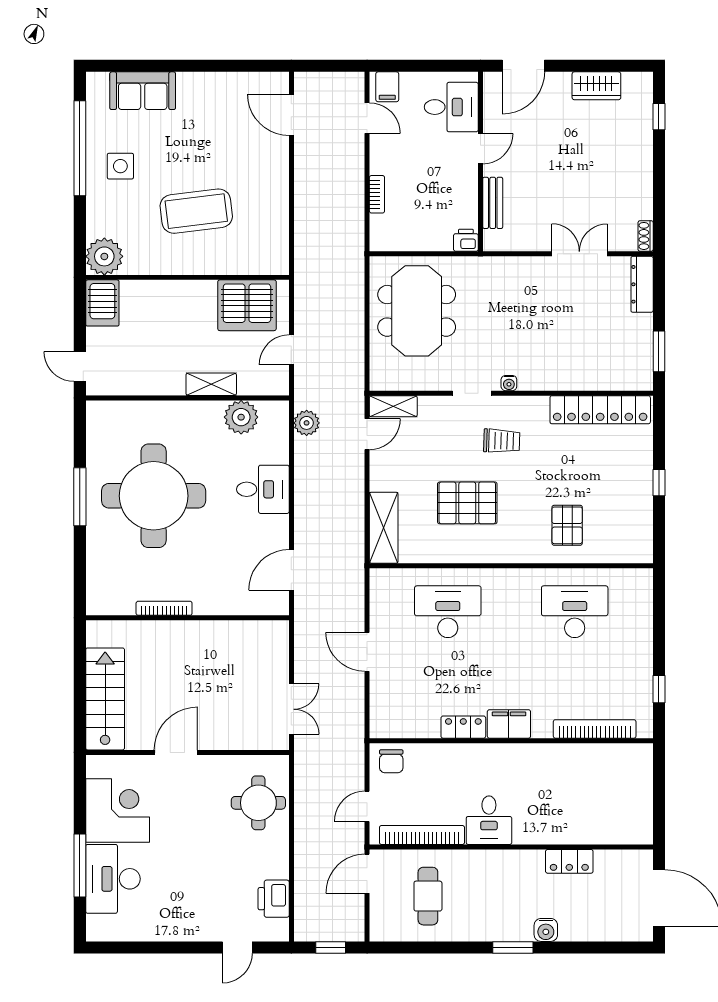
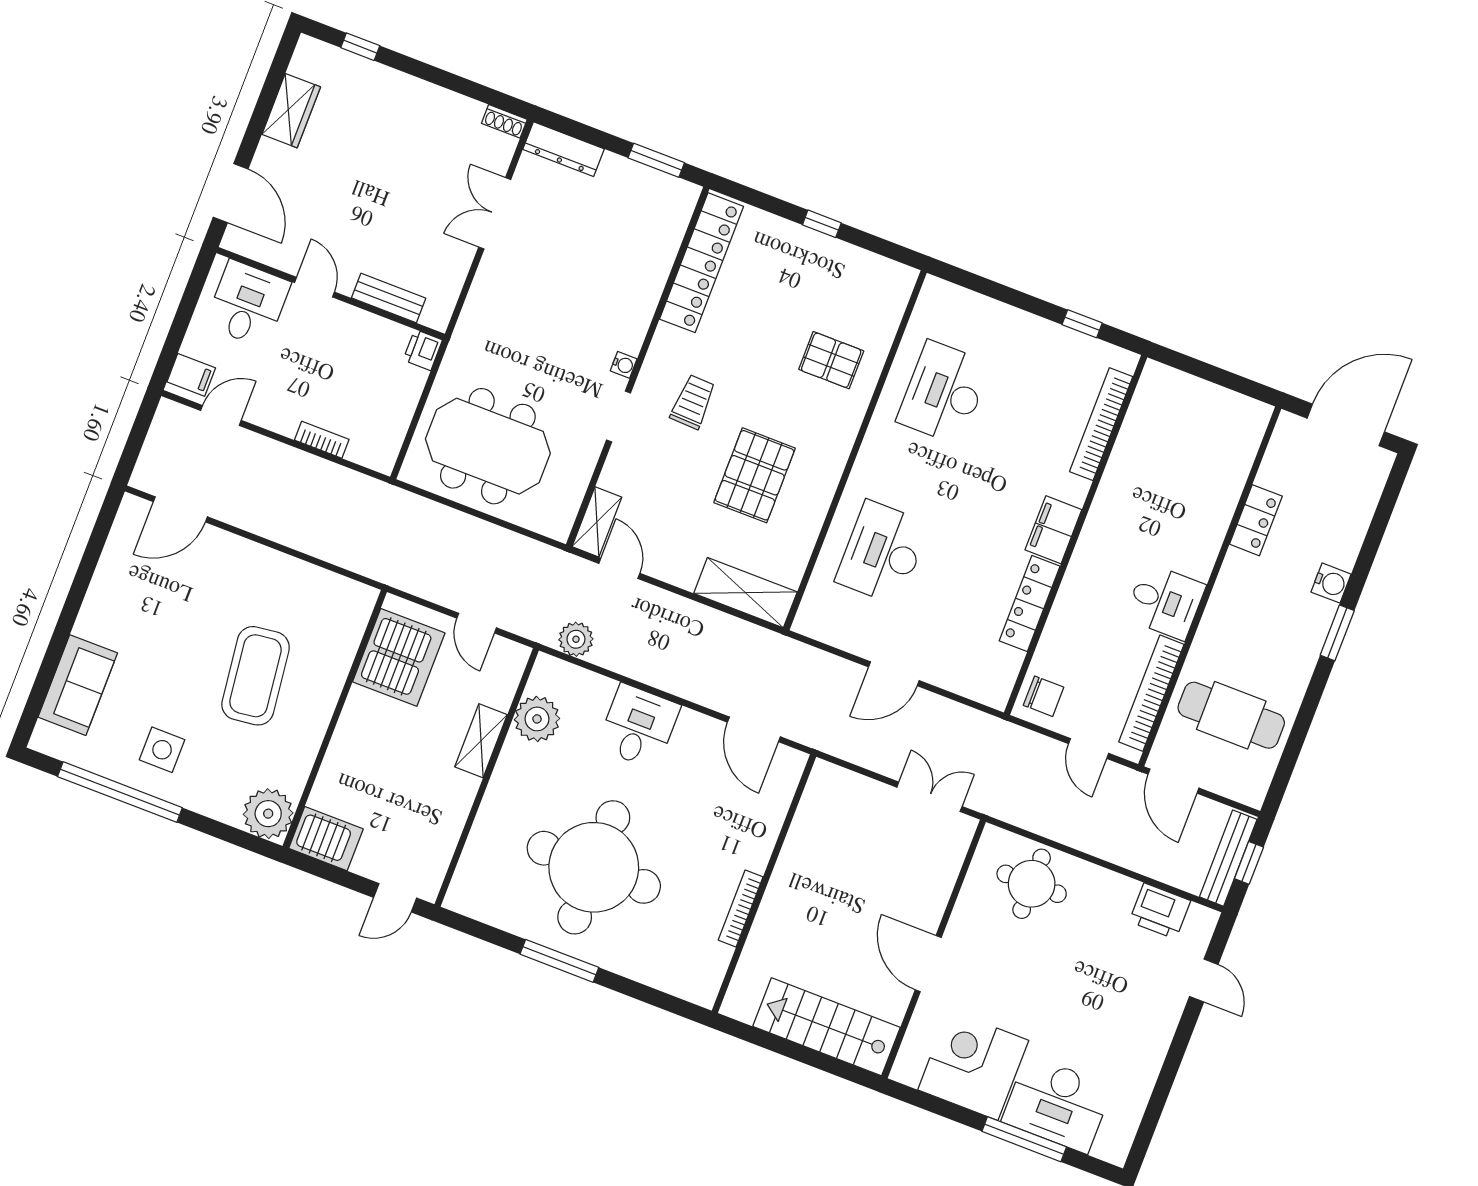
locker: (463, 727) -> (1030, 603), width x1.53
cafe table: (428, 896) -> (1231, 715), width x1.37, depth x1.35
bench: (328, 932) -> (1228, 858), added

